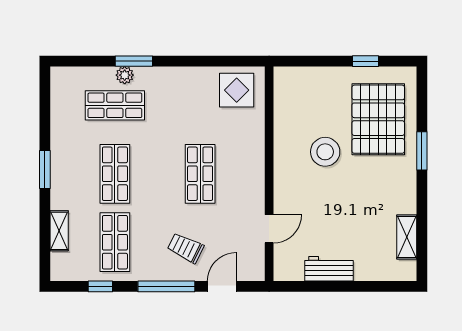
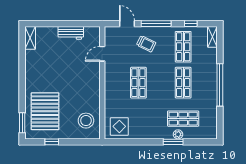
window: (422, 151) -> (22, 123), moved
stool: (325, 152) -> (86, 121), moved
window: (45, 170) -> (220, 85), width x2.11
shelving: (59, 231) -> (212, 37), moved
shelving: (407, 237) -> (30, 38), moved
door: (222, 286) -> (127, 24), swing flipped

